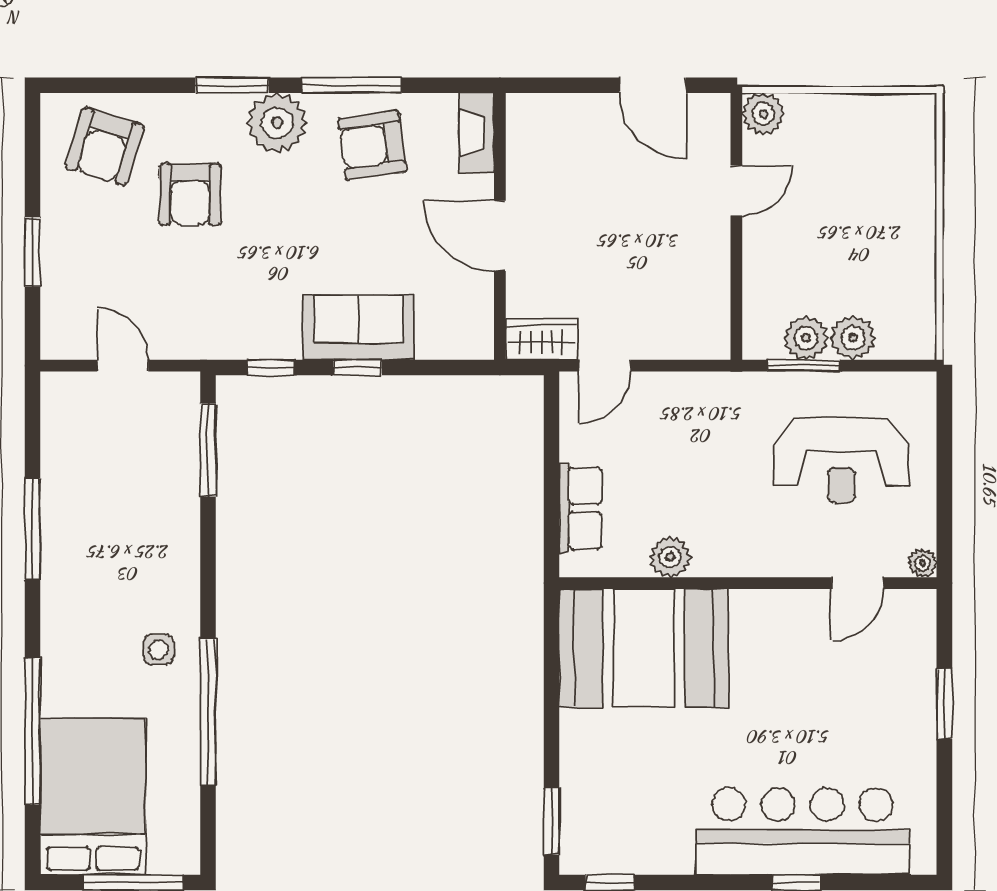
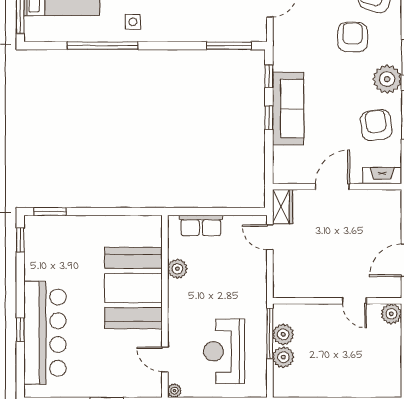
armchair: (190, 194) -> (353, 37), turned 90
sofa: (358, 328) -> (288, 109), width x1.36
window: (804, 366) -> (270, 333), width x1.44
booth: (644, 648) -> (133, 288), moved

